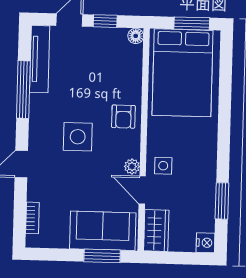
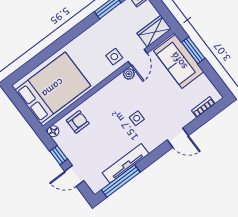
window: (192, 23) -> (21, 105), removed
tv unit: (40, 59) -> (126, 163), moved
window: (23, 89) -> (121, 181), moved
armchair: (123, 117) -> (78, 122), moved
side table: (78, 137) -> (137, 118), width x0.54, depth x0.54

